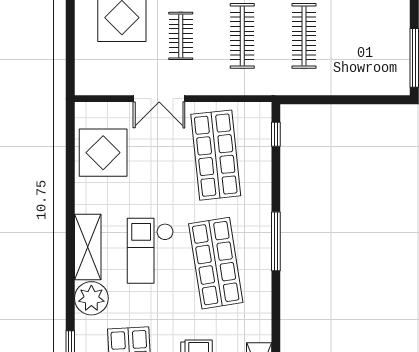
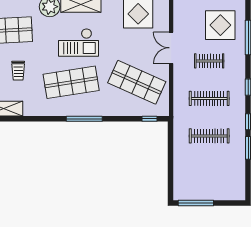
shop shelf: (216, 155) -> (137, 82), turned 30
checkout: (150, 251) -> (79, 42), turned 180

